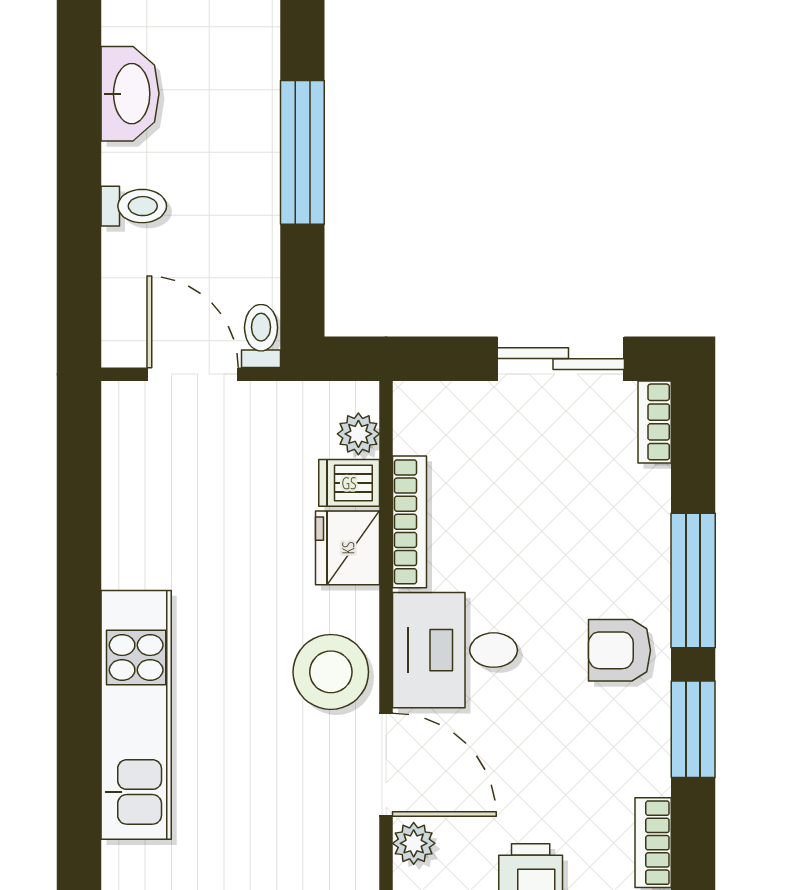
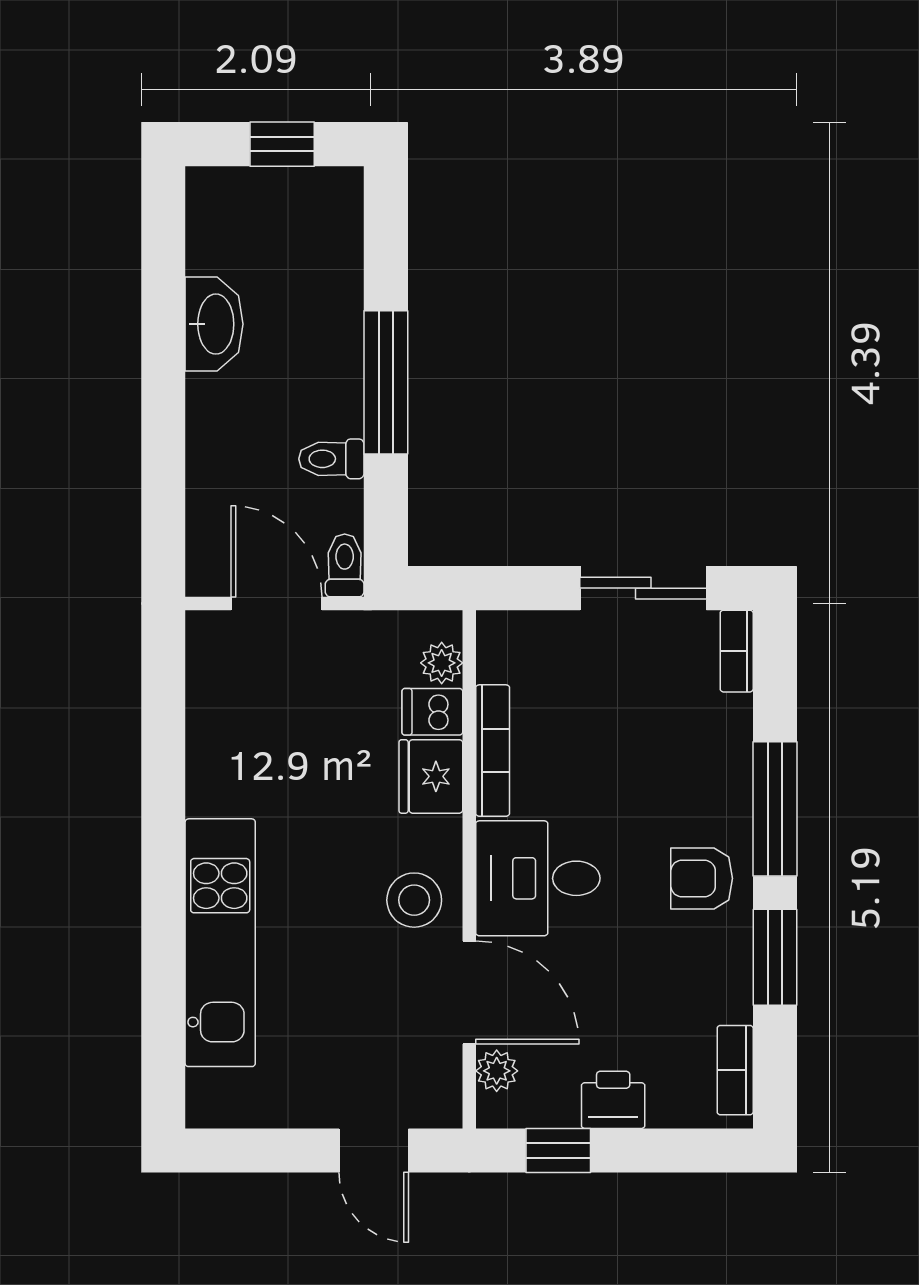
toilet: (134, 206) -> (331, 459), moved, turned 180
stool: (331, 672) -> (414, 900), width x0.73, depth x0.73

